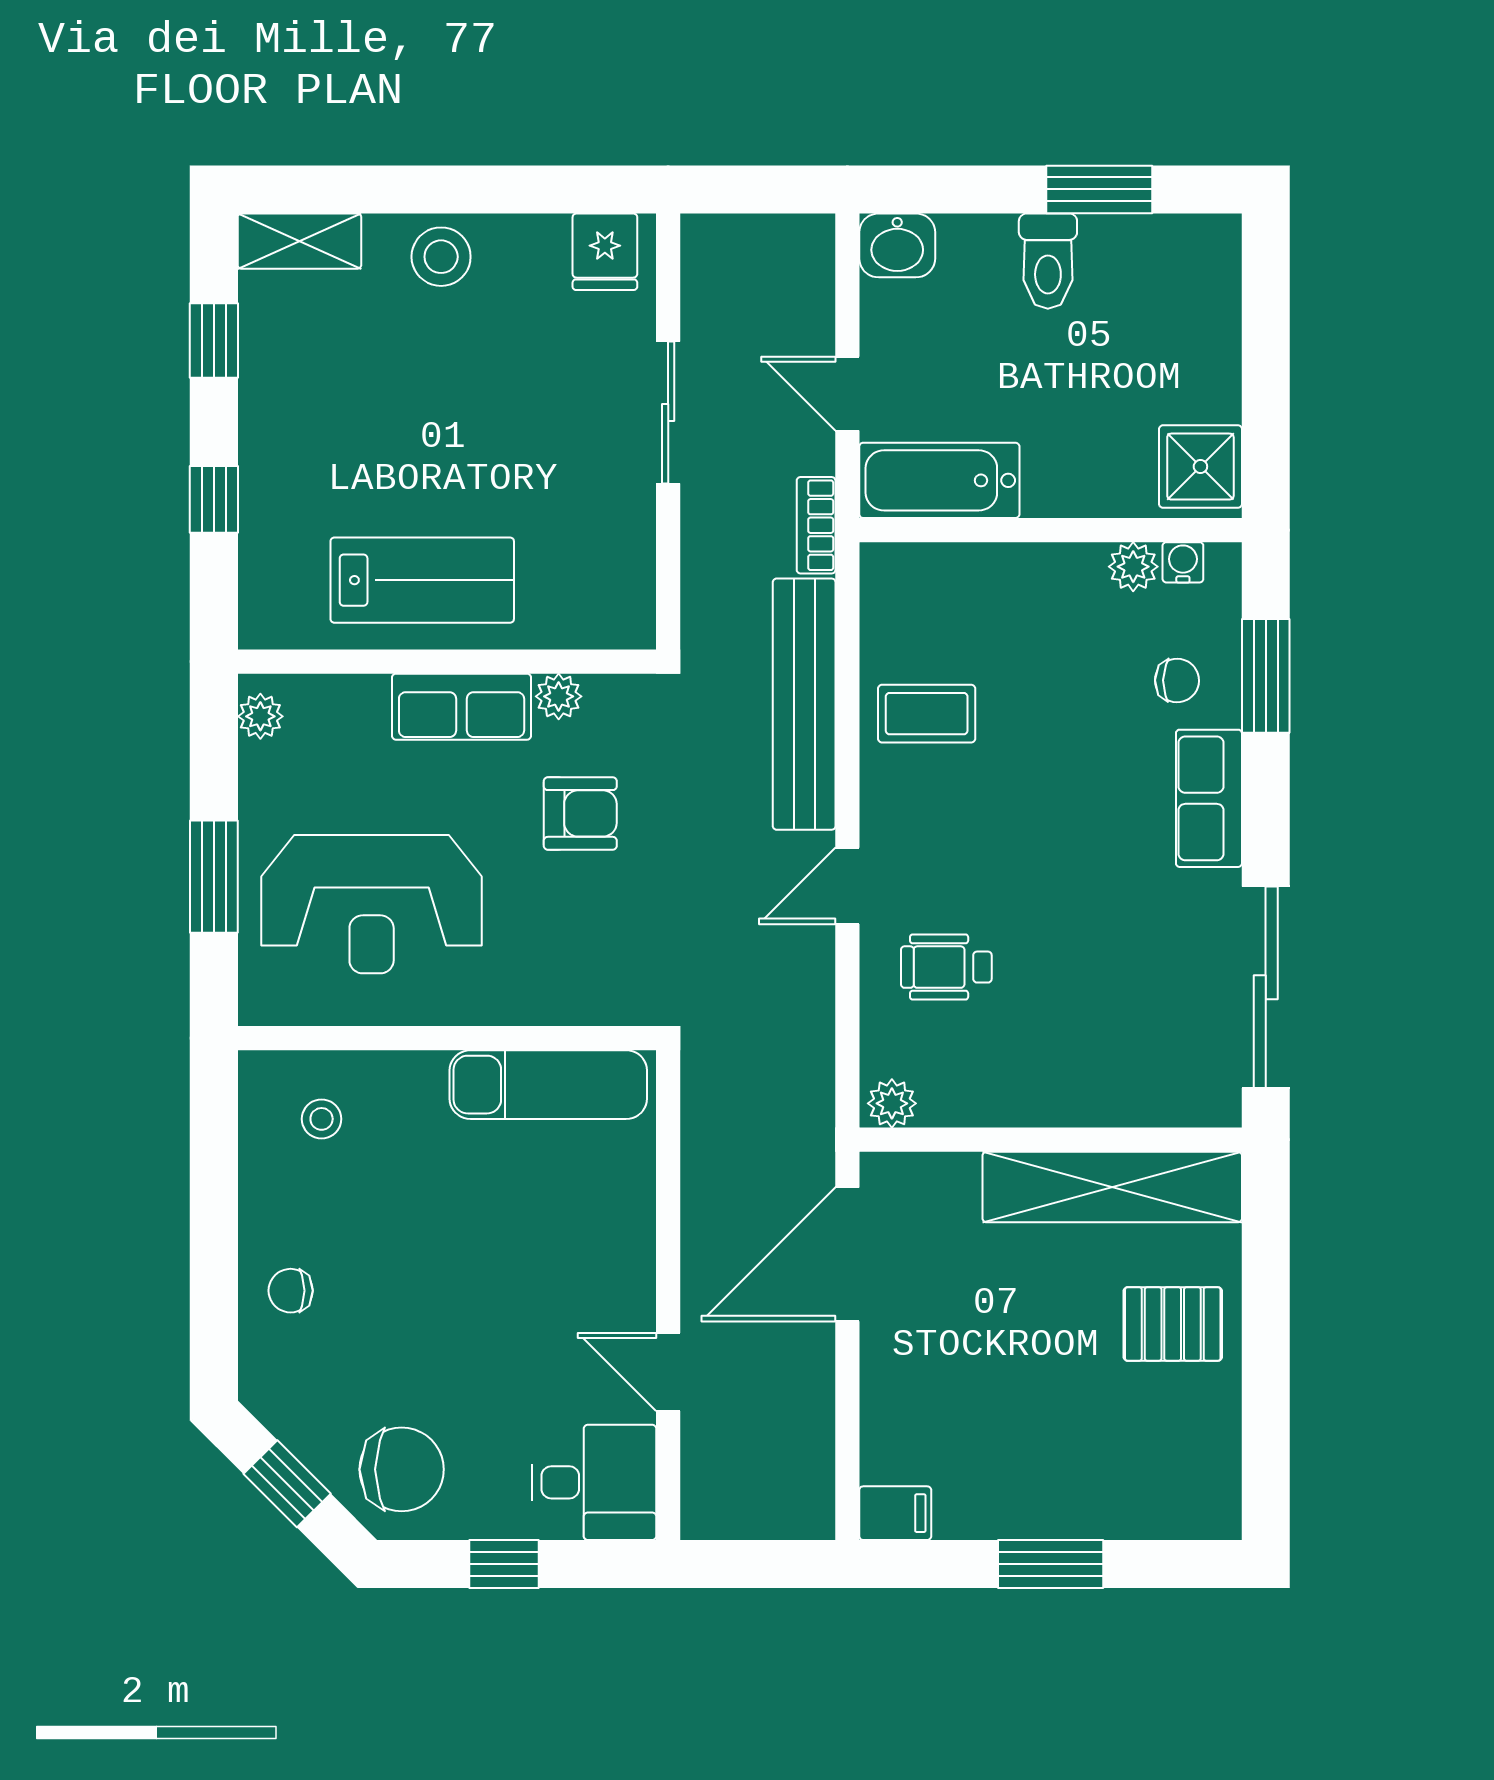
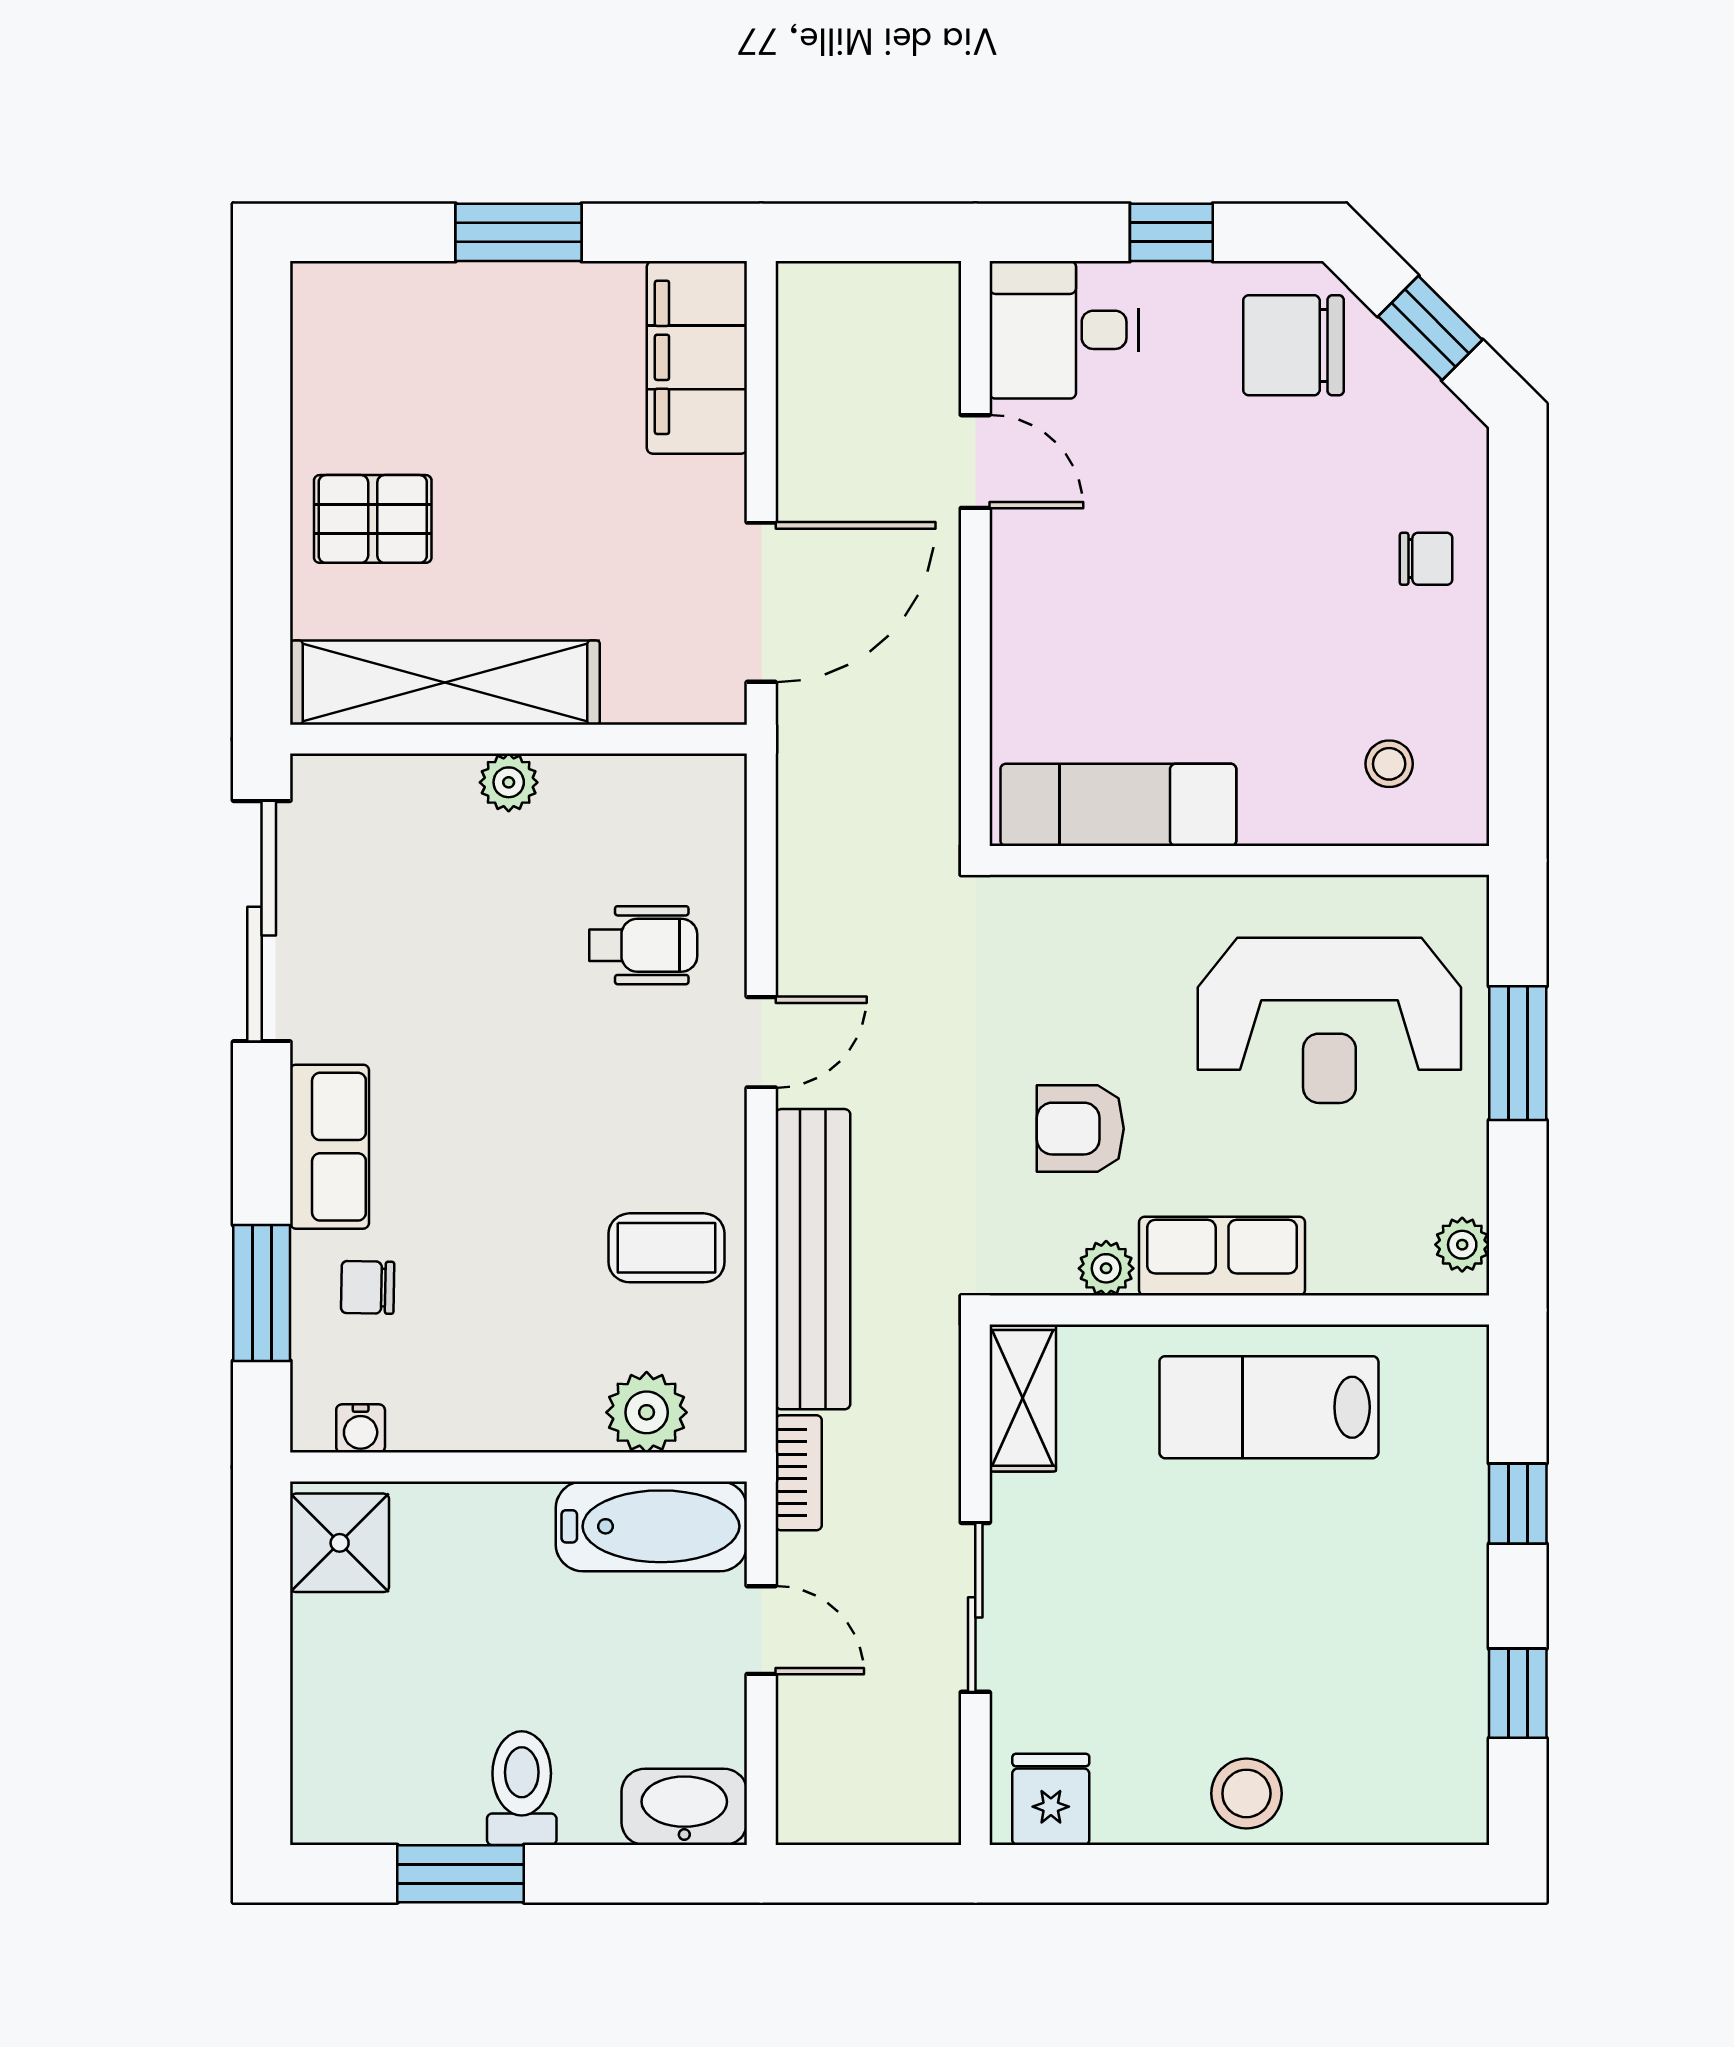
shelving: (299, 241) -> (1023, 1398), moved, turned 90
washbasin: (897, 245) -> (684, 1807), width x1.38
plant: (1133, 567) -> (647, 1412), moved, width x1.38, depth x1.38
reception desk: (372, 904) -> (1329, 1020), turned 180
plant: (892, 1103) -> (509, 782), moved
filing cabinet: (895, 1513) -> (697, 357), width x3.00, depth x1.17

